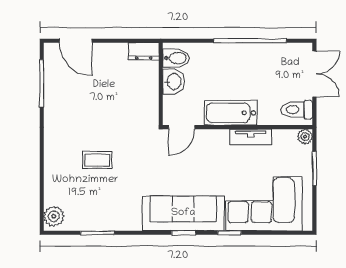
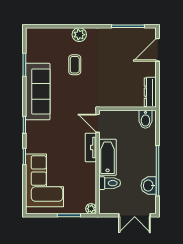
dresser: (144, 51) -> (150, 92), width x1.44
washbasin: (173, 82) -> (149, 186), moved, turned 90
toilet: (297, 110) -> (110, 183), moved, turned 90
tv unit: (251, 137) -> (91, 147), moved
sofa: (183, 213) -> (38, 92), moved
plant: (54, 216) -> (79, 35), moved

